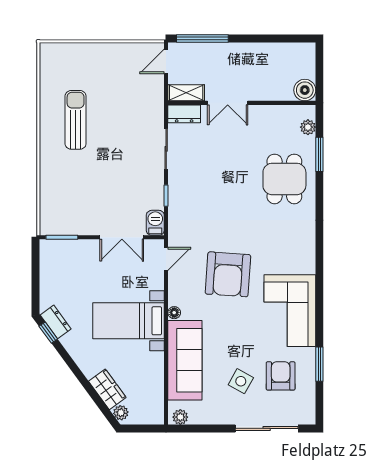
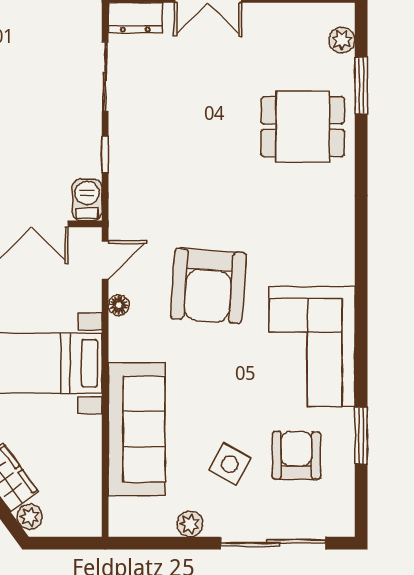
dining table: (284, 179) -> (303, 127), turned 90
floor lamp: (174, 313) -> (119, 305), moved
plant: (180, 417) -> (190, 524), moved

